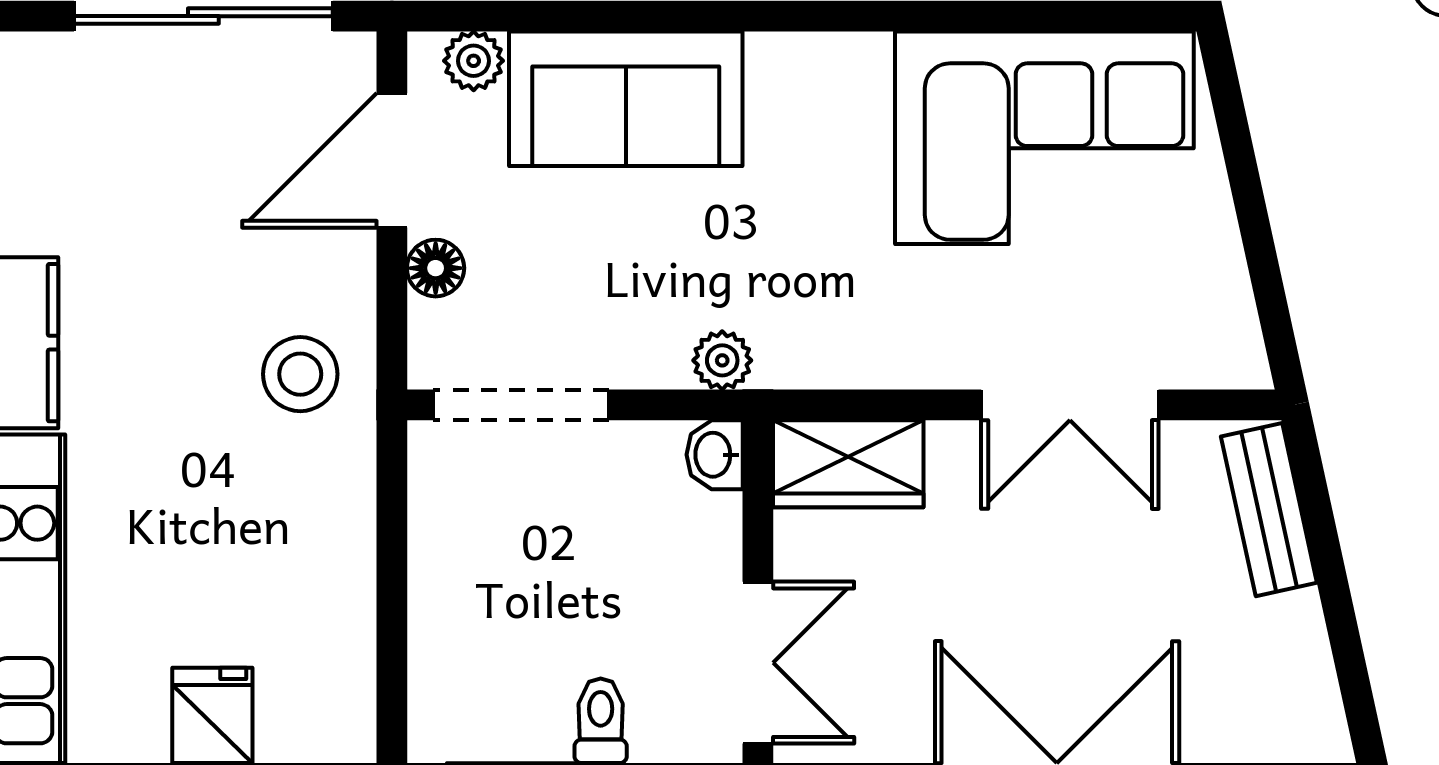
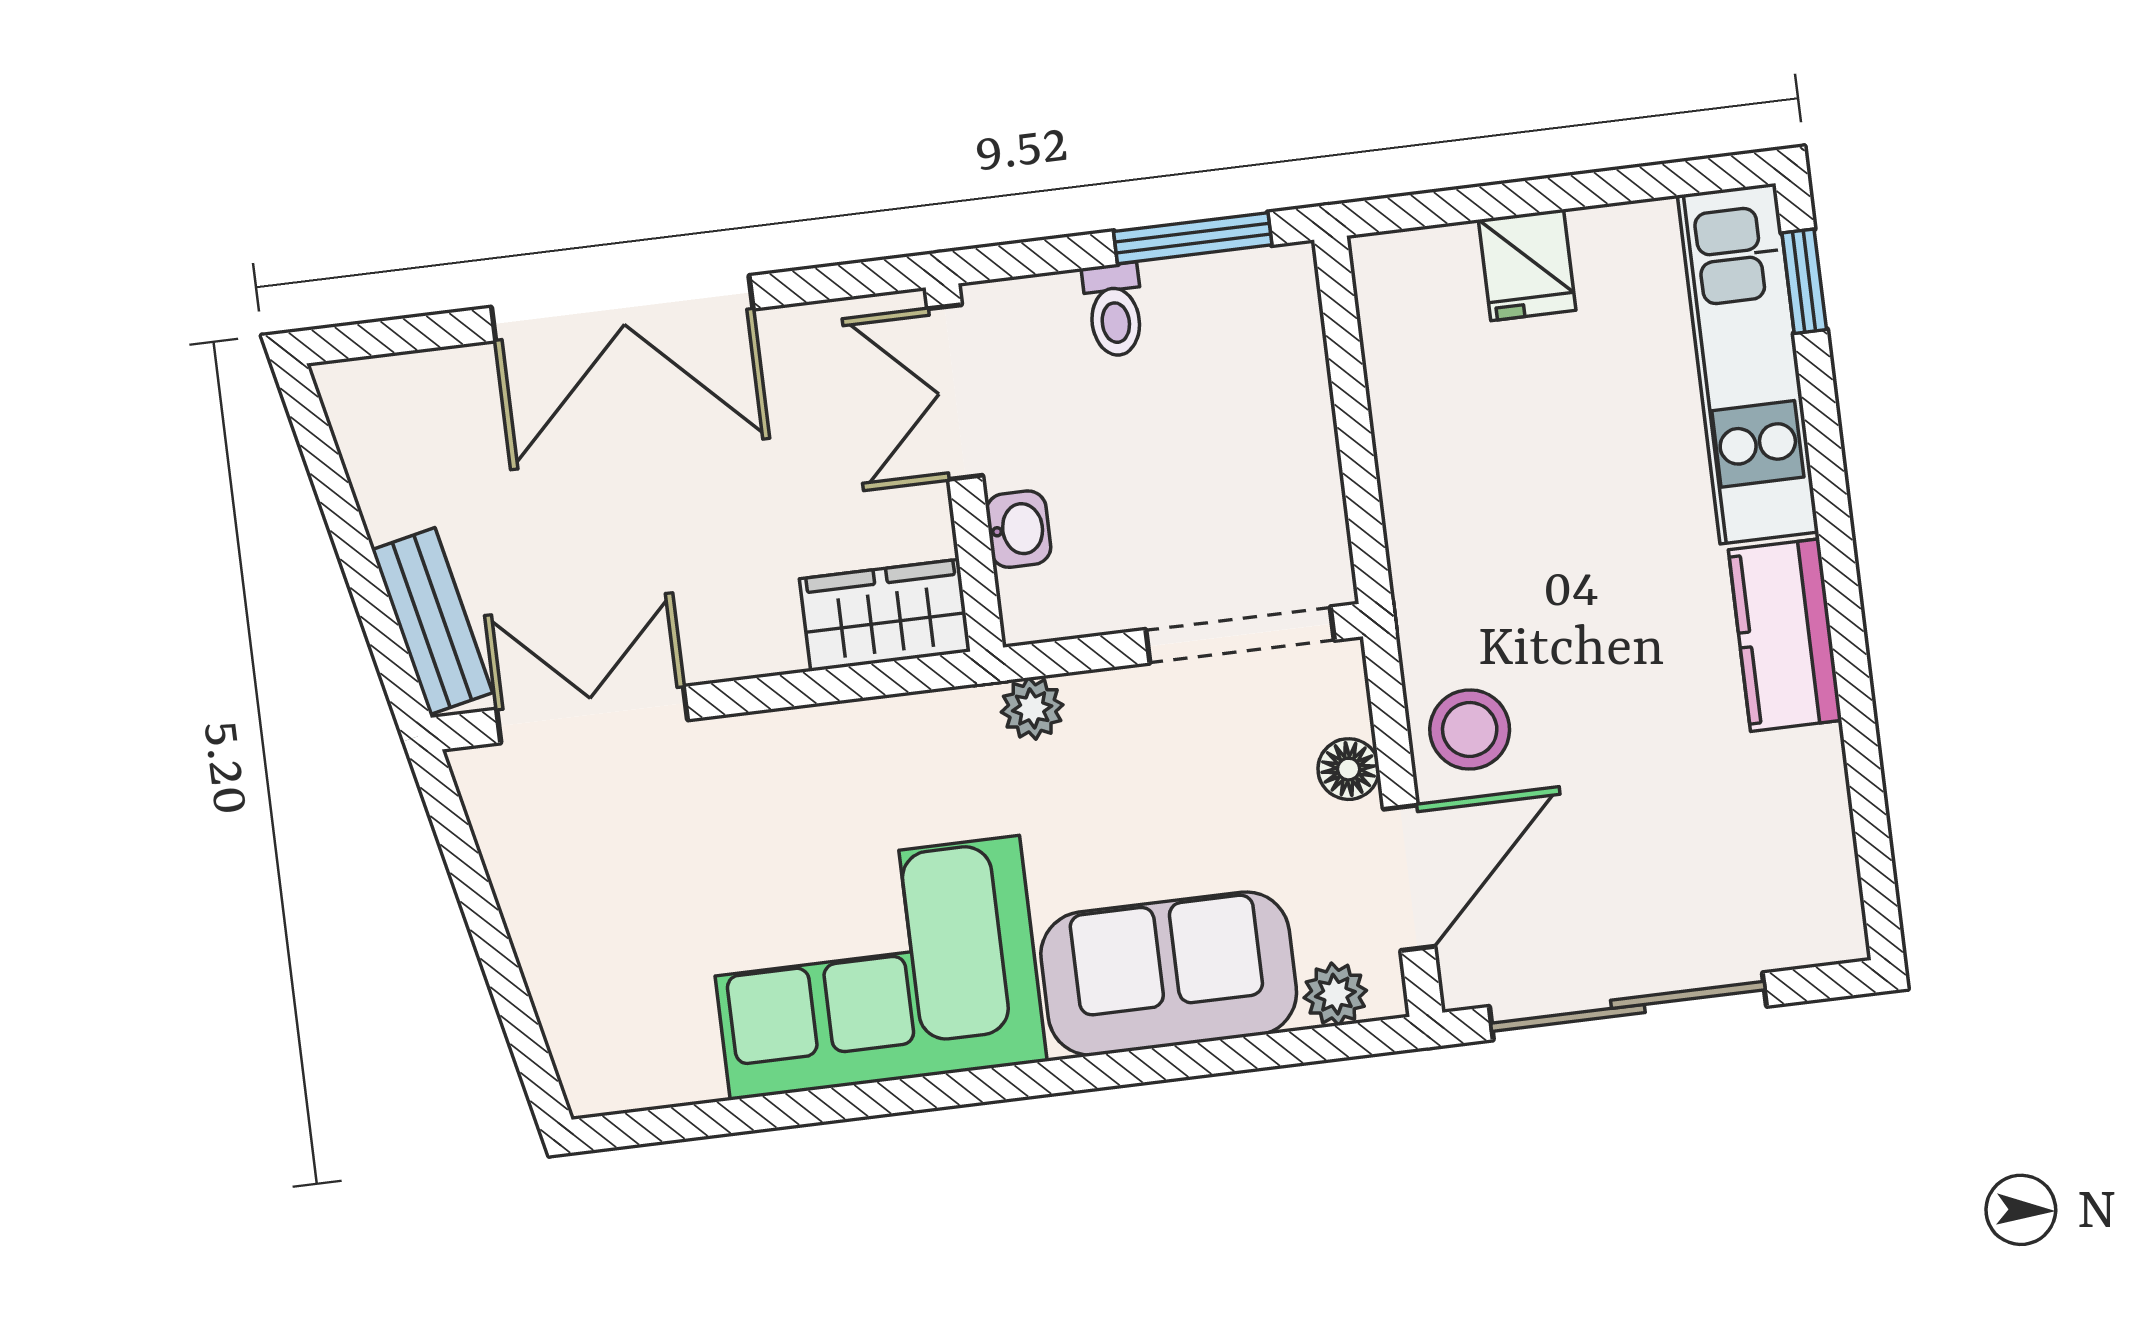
corner sofa: (1044, 138) -> (875, 968), moved
stool: (300, 374) -> (1470, 729), moved
double door: (1070, 405) -> (592, 715), moved
washbasin: (715, 455) -> (1018, 529), moved

